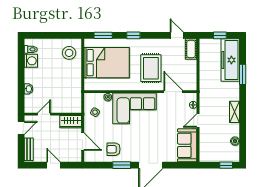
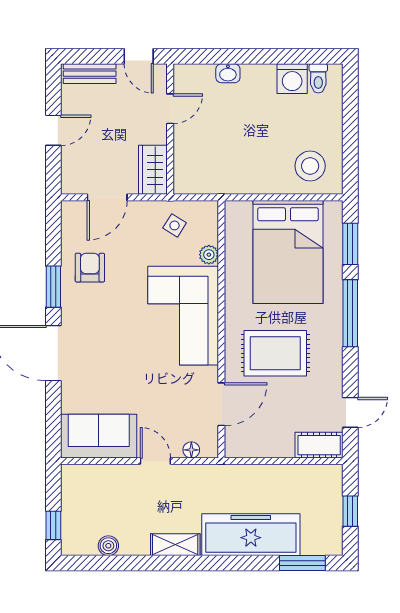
window: (133, 35) -> (350, 313), width x2.17
freezer: (230, 60) -> (251, 535), moved
window: (243, 74) -> (302, 563), moved
door: (44, 114) -> (170, 109), hinge flipped

